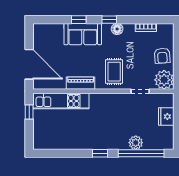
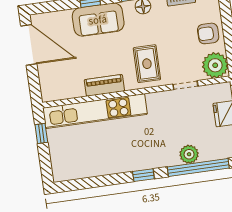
armchair: (162, 56) -> (208, 33), turned 94
door: (29, 64) -> (29, 45), moved
kitchen unit: (61, 101) -> (95, 111), width x1.36

